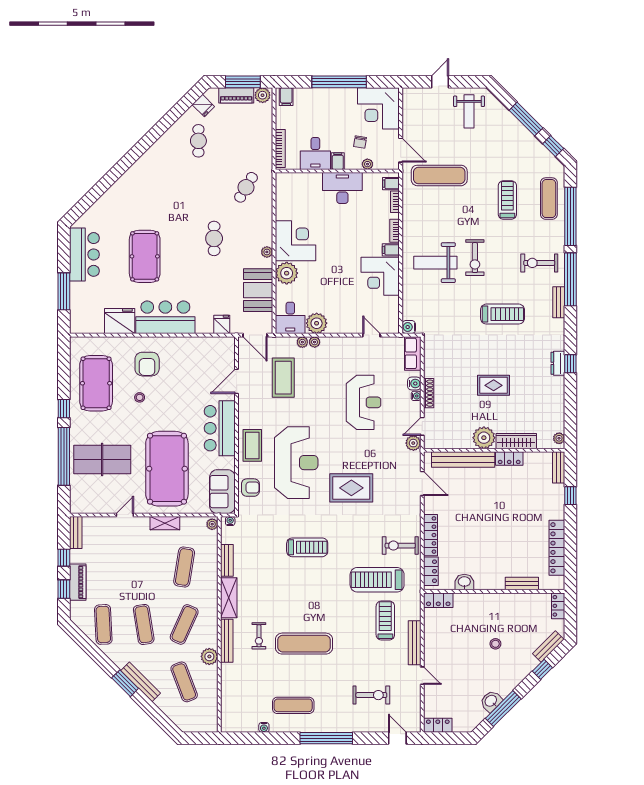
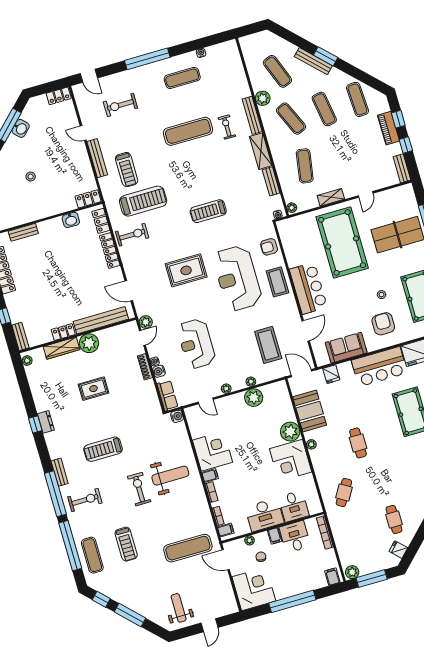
piano: (236, 95) -> (374, 566), removed
desk: (290, 318) -> (294, 506), moved, turned 180
plant: (302, 342) -> (226, 389), moved
sofa: (222, 492) -> (346, 348), moved, turned -90
exercise mat: (184, 624) -> (291, 119), turned -48

